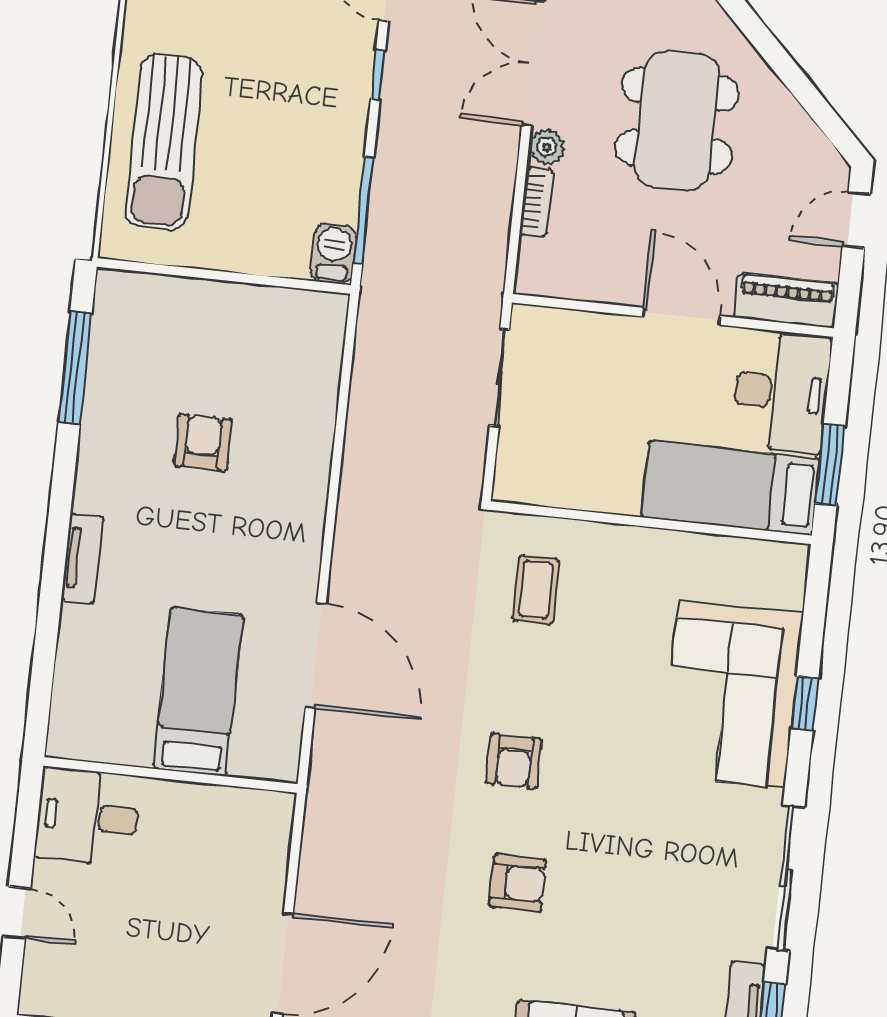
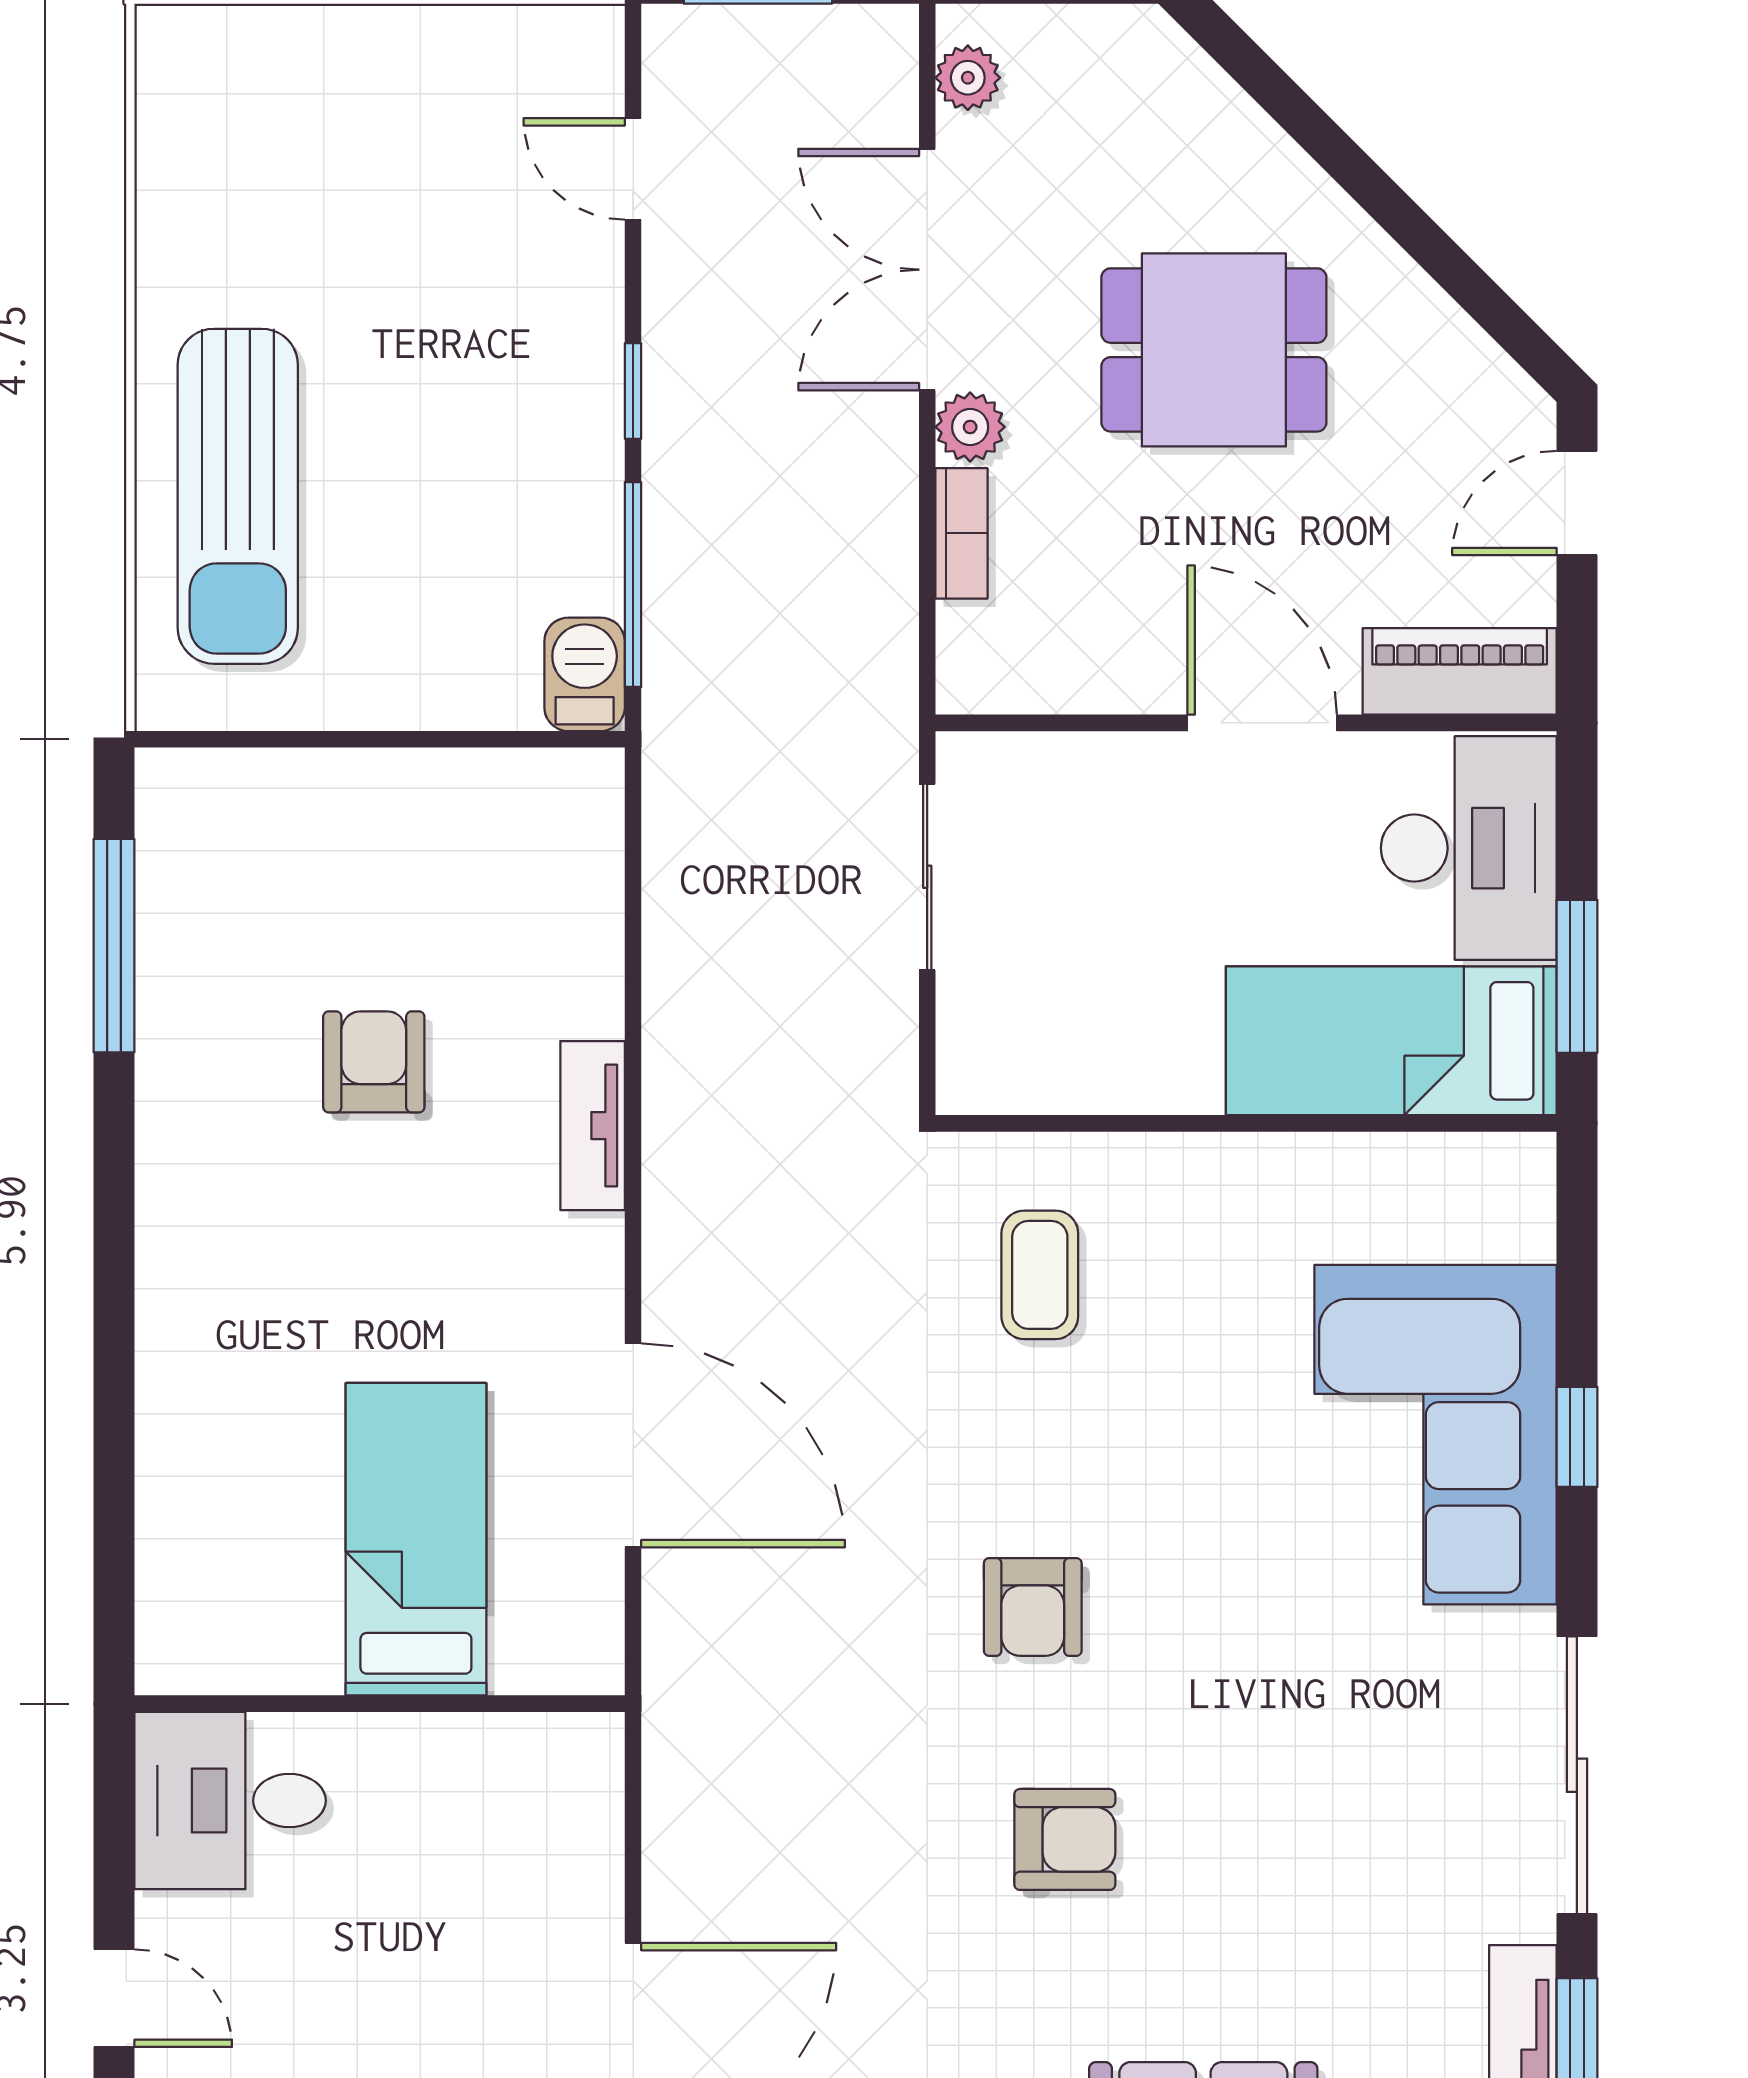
window: (378, 75) -> (633, 391), moved
dining table: (677, 121) -> (1214, 350), width x0.73
tv unit: (82, 558) -> (593, 1126), moved, turned 180

